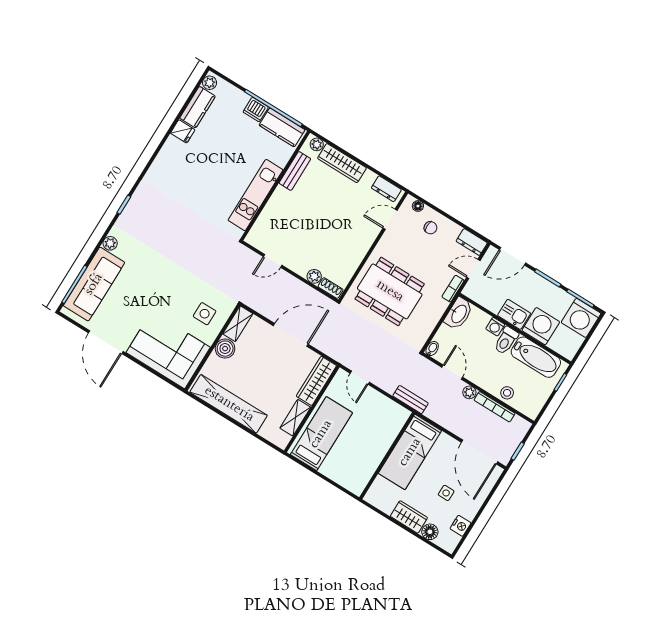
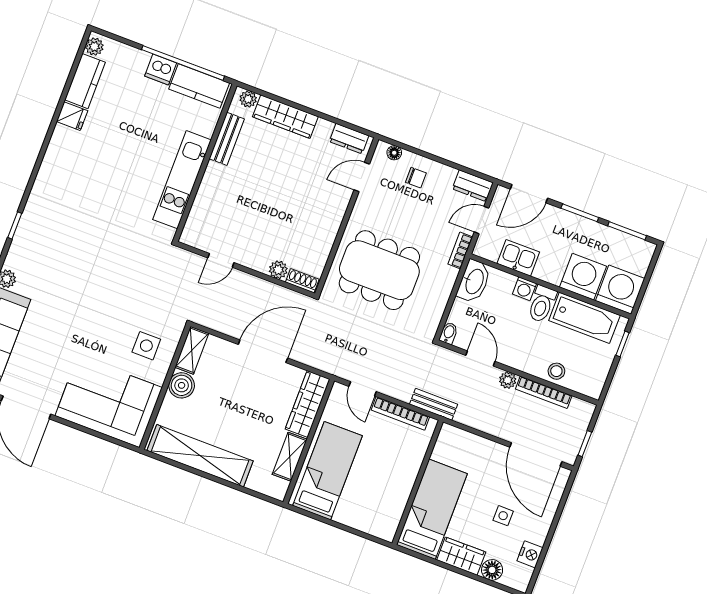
kitchen sink: (514, 314) -> (518, 258), moved
washing machine: (581, 318) -> (620, 290), moved, turned 180
bookcase: (384, 402) -> (400, 413), added
bed: (410, 452) -> (432, 509), moved, turned 180

